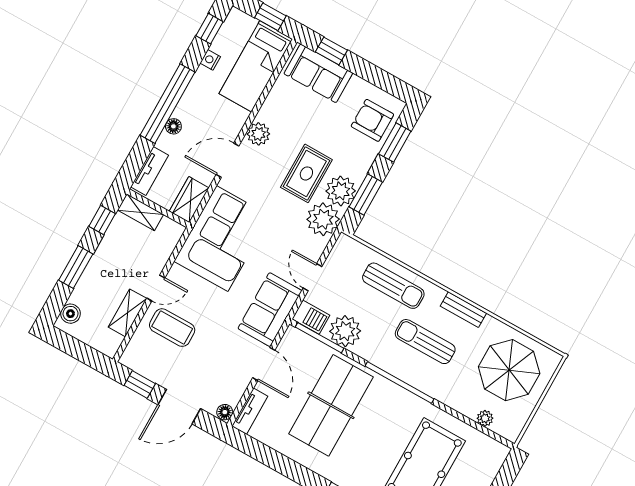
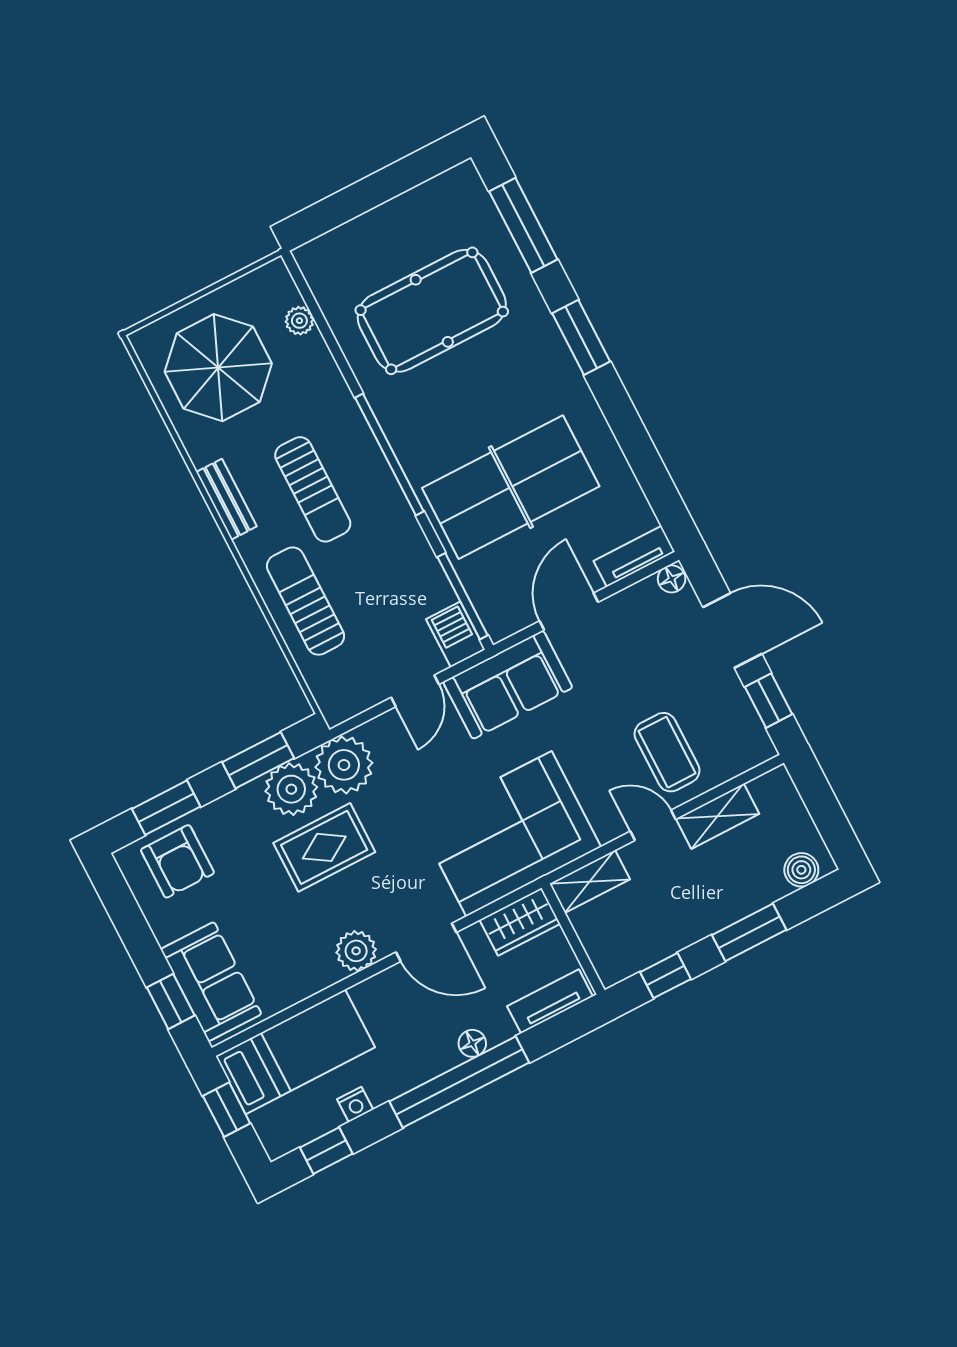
shelving: (141, 212) -> (590, 881), moved, turned 90
plant: (345, 331) -> (419, 581), removed

